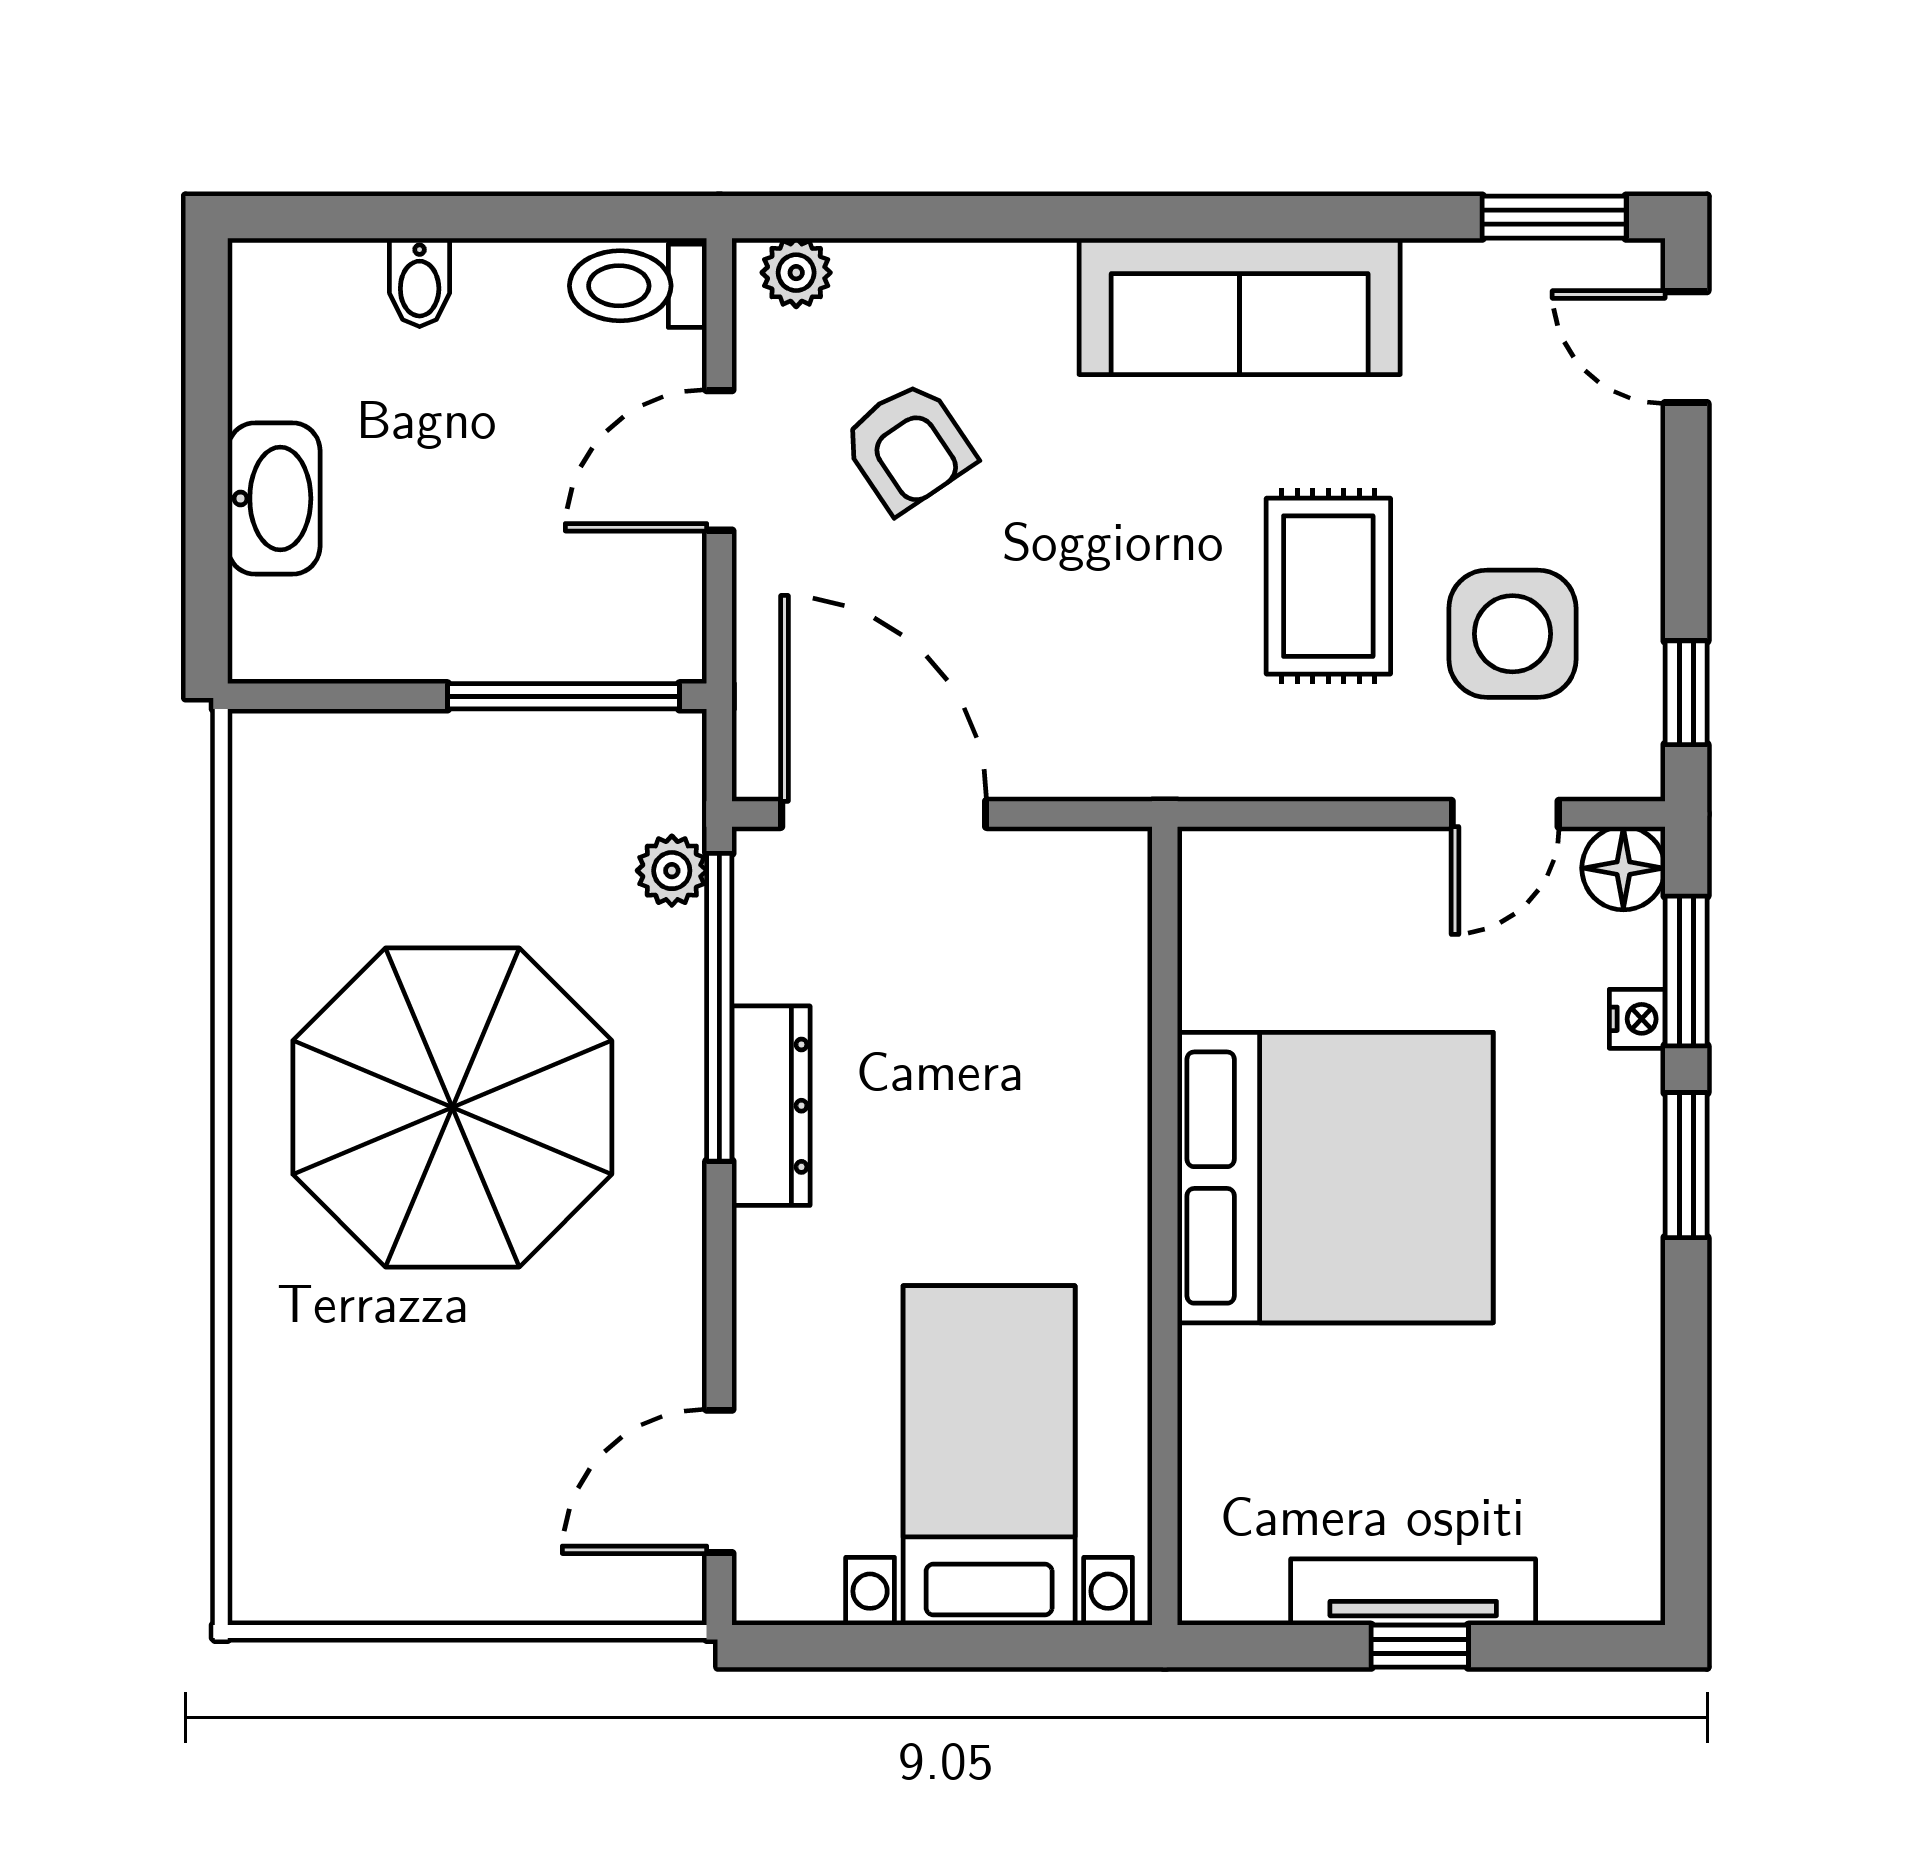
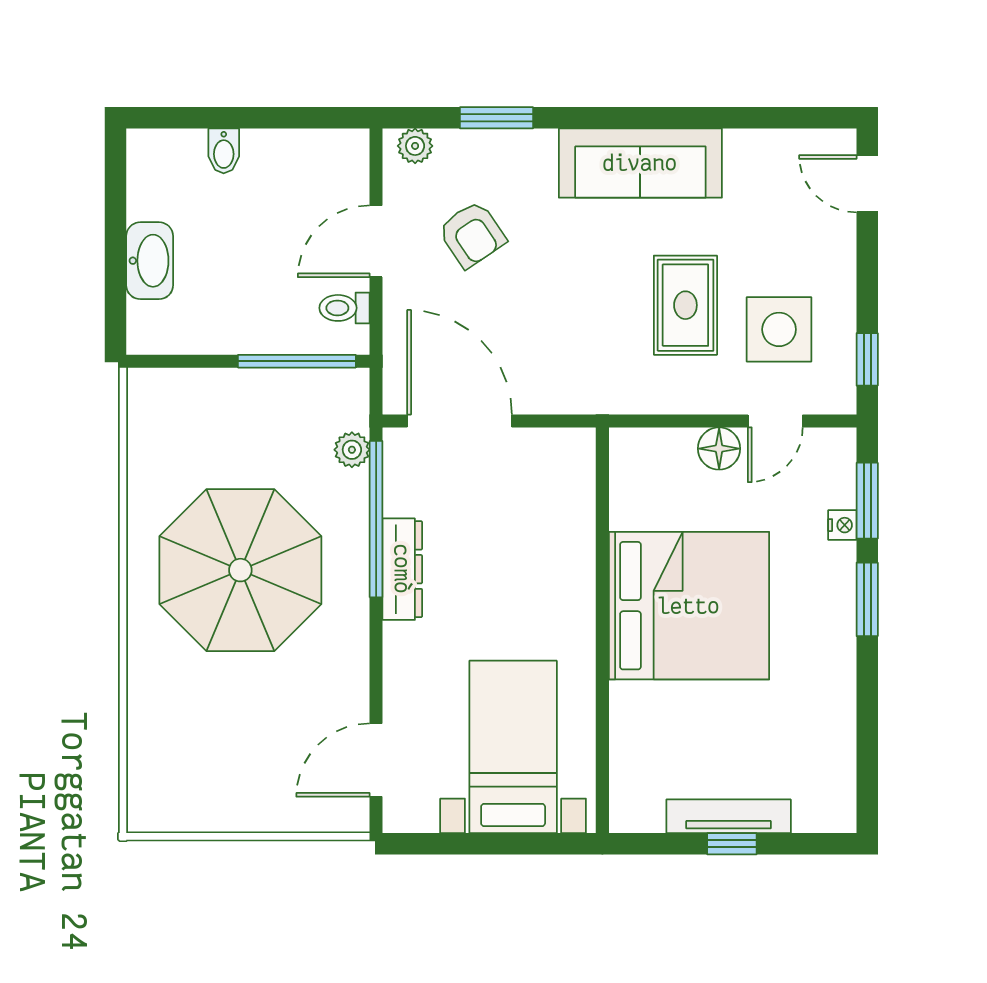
window: (1554, 217) -> (497, 118), moved
toilet: (638, 286) -> (344, 308), moved, width x0.73, depth x0.72
floor lamp: (1623, 868) -> (719, 449), moved

